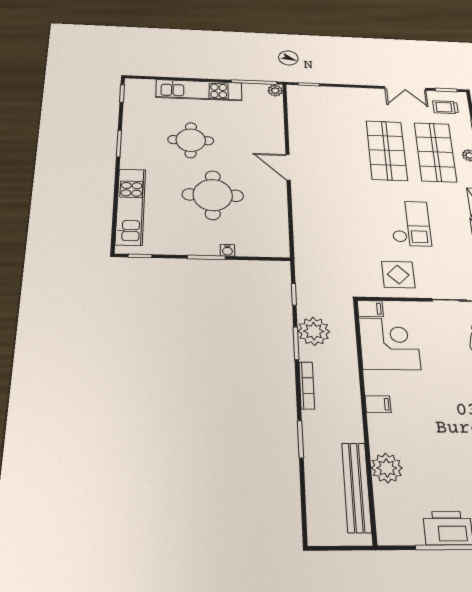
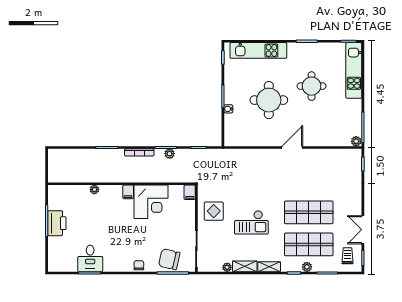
kitchen unit: (199, 90) -> (354, 70), moved
plant: (314, 331) -> (170, 154), width x0.53, depth x0.53
corner desk: (390, 344) -> (151, 202), moved
plant: (387, 468) -> (94, 190), width x0.53, depth x0.53
bench: (356, 487) -> (80, 176), removed

